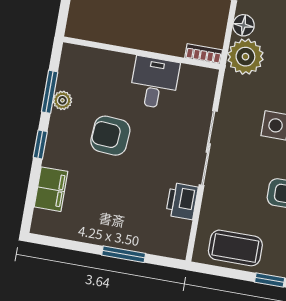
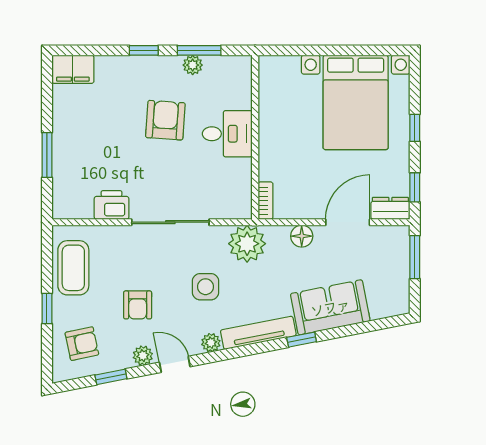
plant: (245, 57) -> (247, 244), moved
desk: (154, 83) -> (227, 134), moved
filing cabinet: (51, 189) -> (73, 69), moved

